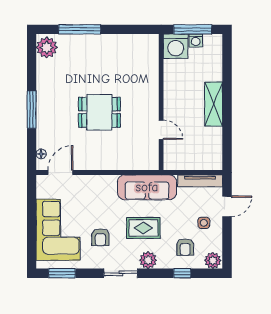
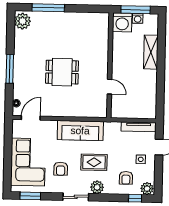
shelving: (214, 104) -> (151, 52), moved
sofa: (147, 187) -> (80, 131), moved
window: (182, 273) -> (135, 198), moved

